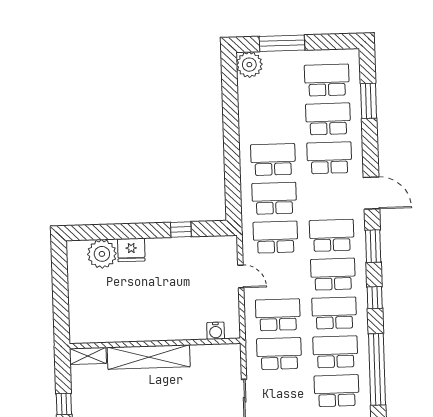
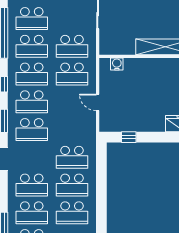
window: (181, 229) -> (129, 137), moved
school desk: (275, 237) -> (72, 213), moved

